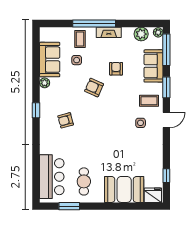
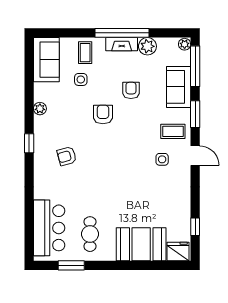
window: (94, 24) -> (122, 33), moved
plant: (141, 34) -> (147, 46), moved
sofa: (50, 60) -> (46, 60), moved
armchair: (94, 88) -> (103, 114), turned 66
door: (166, 120) -> (195, 156), hinge flipped

